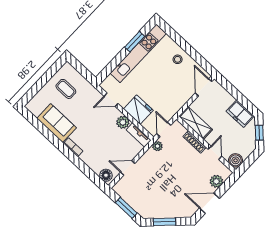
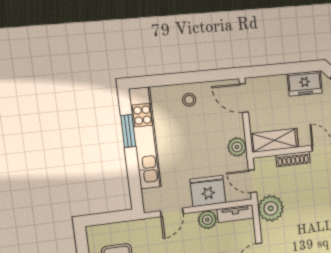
plant: (175, 106) -> (237, 147), added
plant: (157, 146) -> (271, 208), width x1.87, depth x1.87

